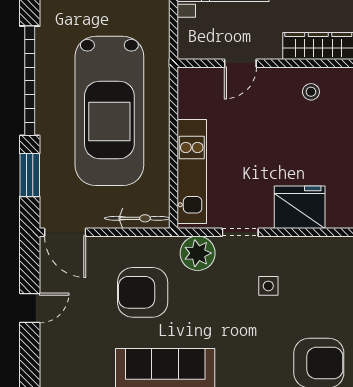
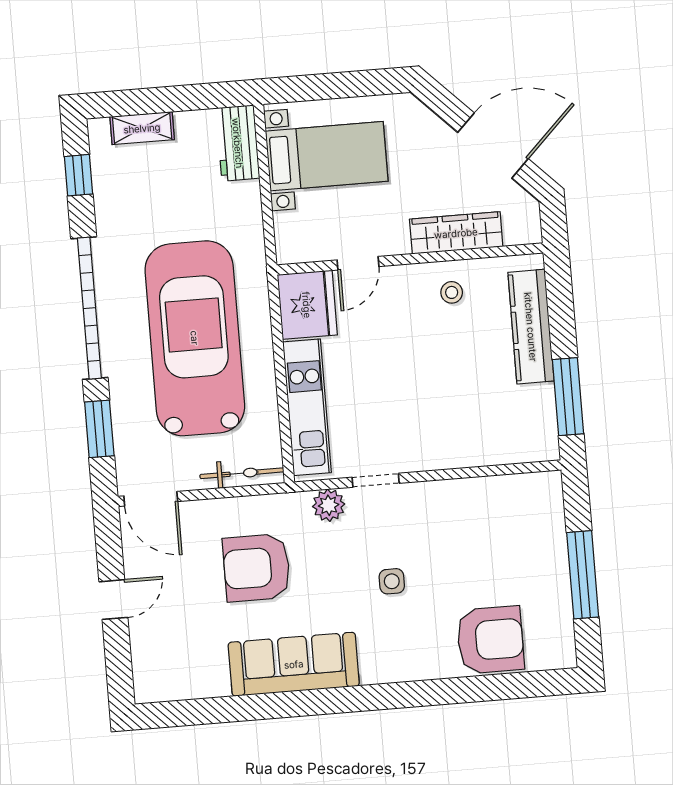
car: (109, 111) -> (195, 338), turned 180
fridge: (300, 207) -> (307, 305), moved, turned 90
plant: (198, 253) -> (329, 505), width x0.73, depth x0.73
side table: (268, 286) -> (392, 581), moved

